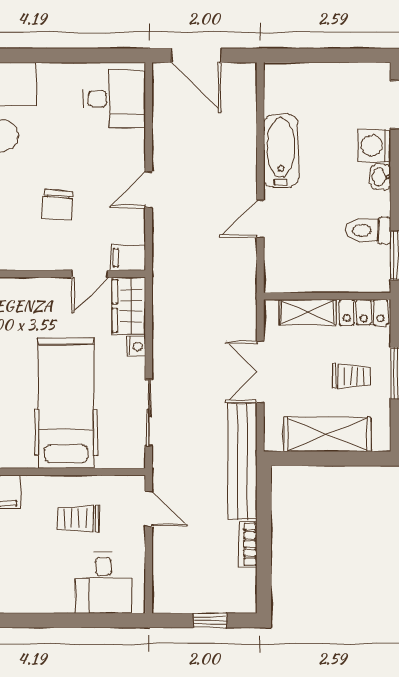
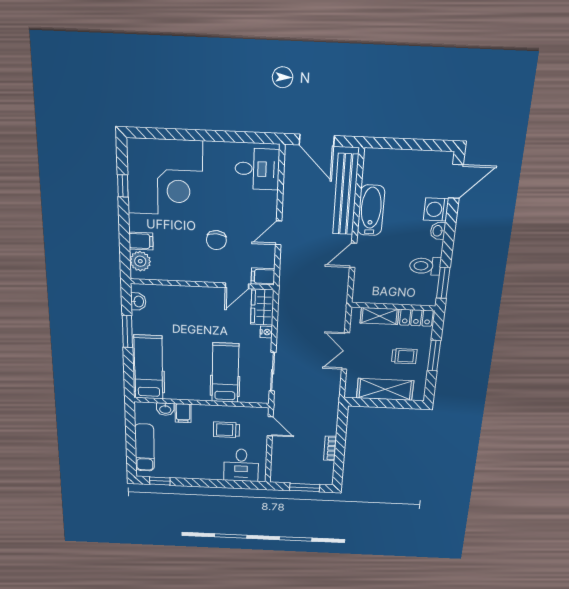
hospital bed: (66, 403) -> (225, 373), width x0.73, depth x0.78
bench: (242, 461) -> (346, 194), moved
window: (210, 620) -> (305, 487), width x1.50

